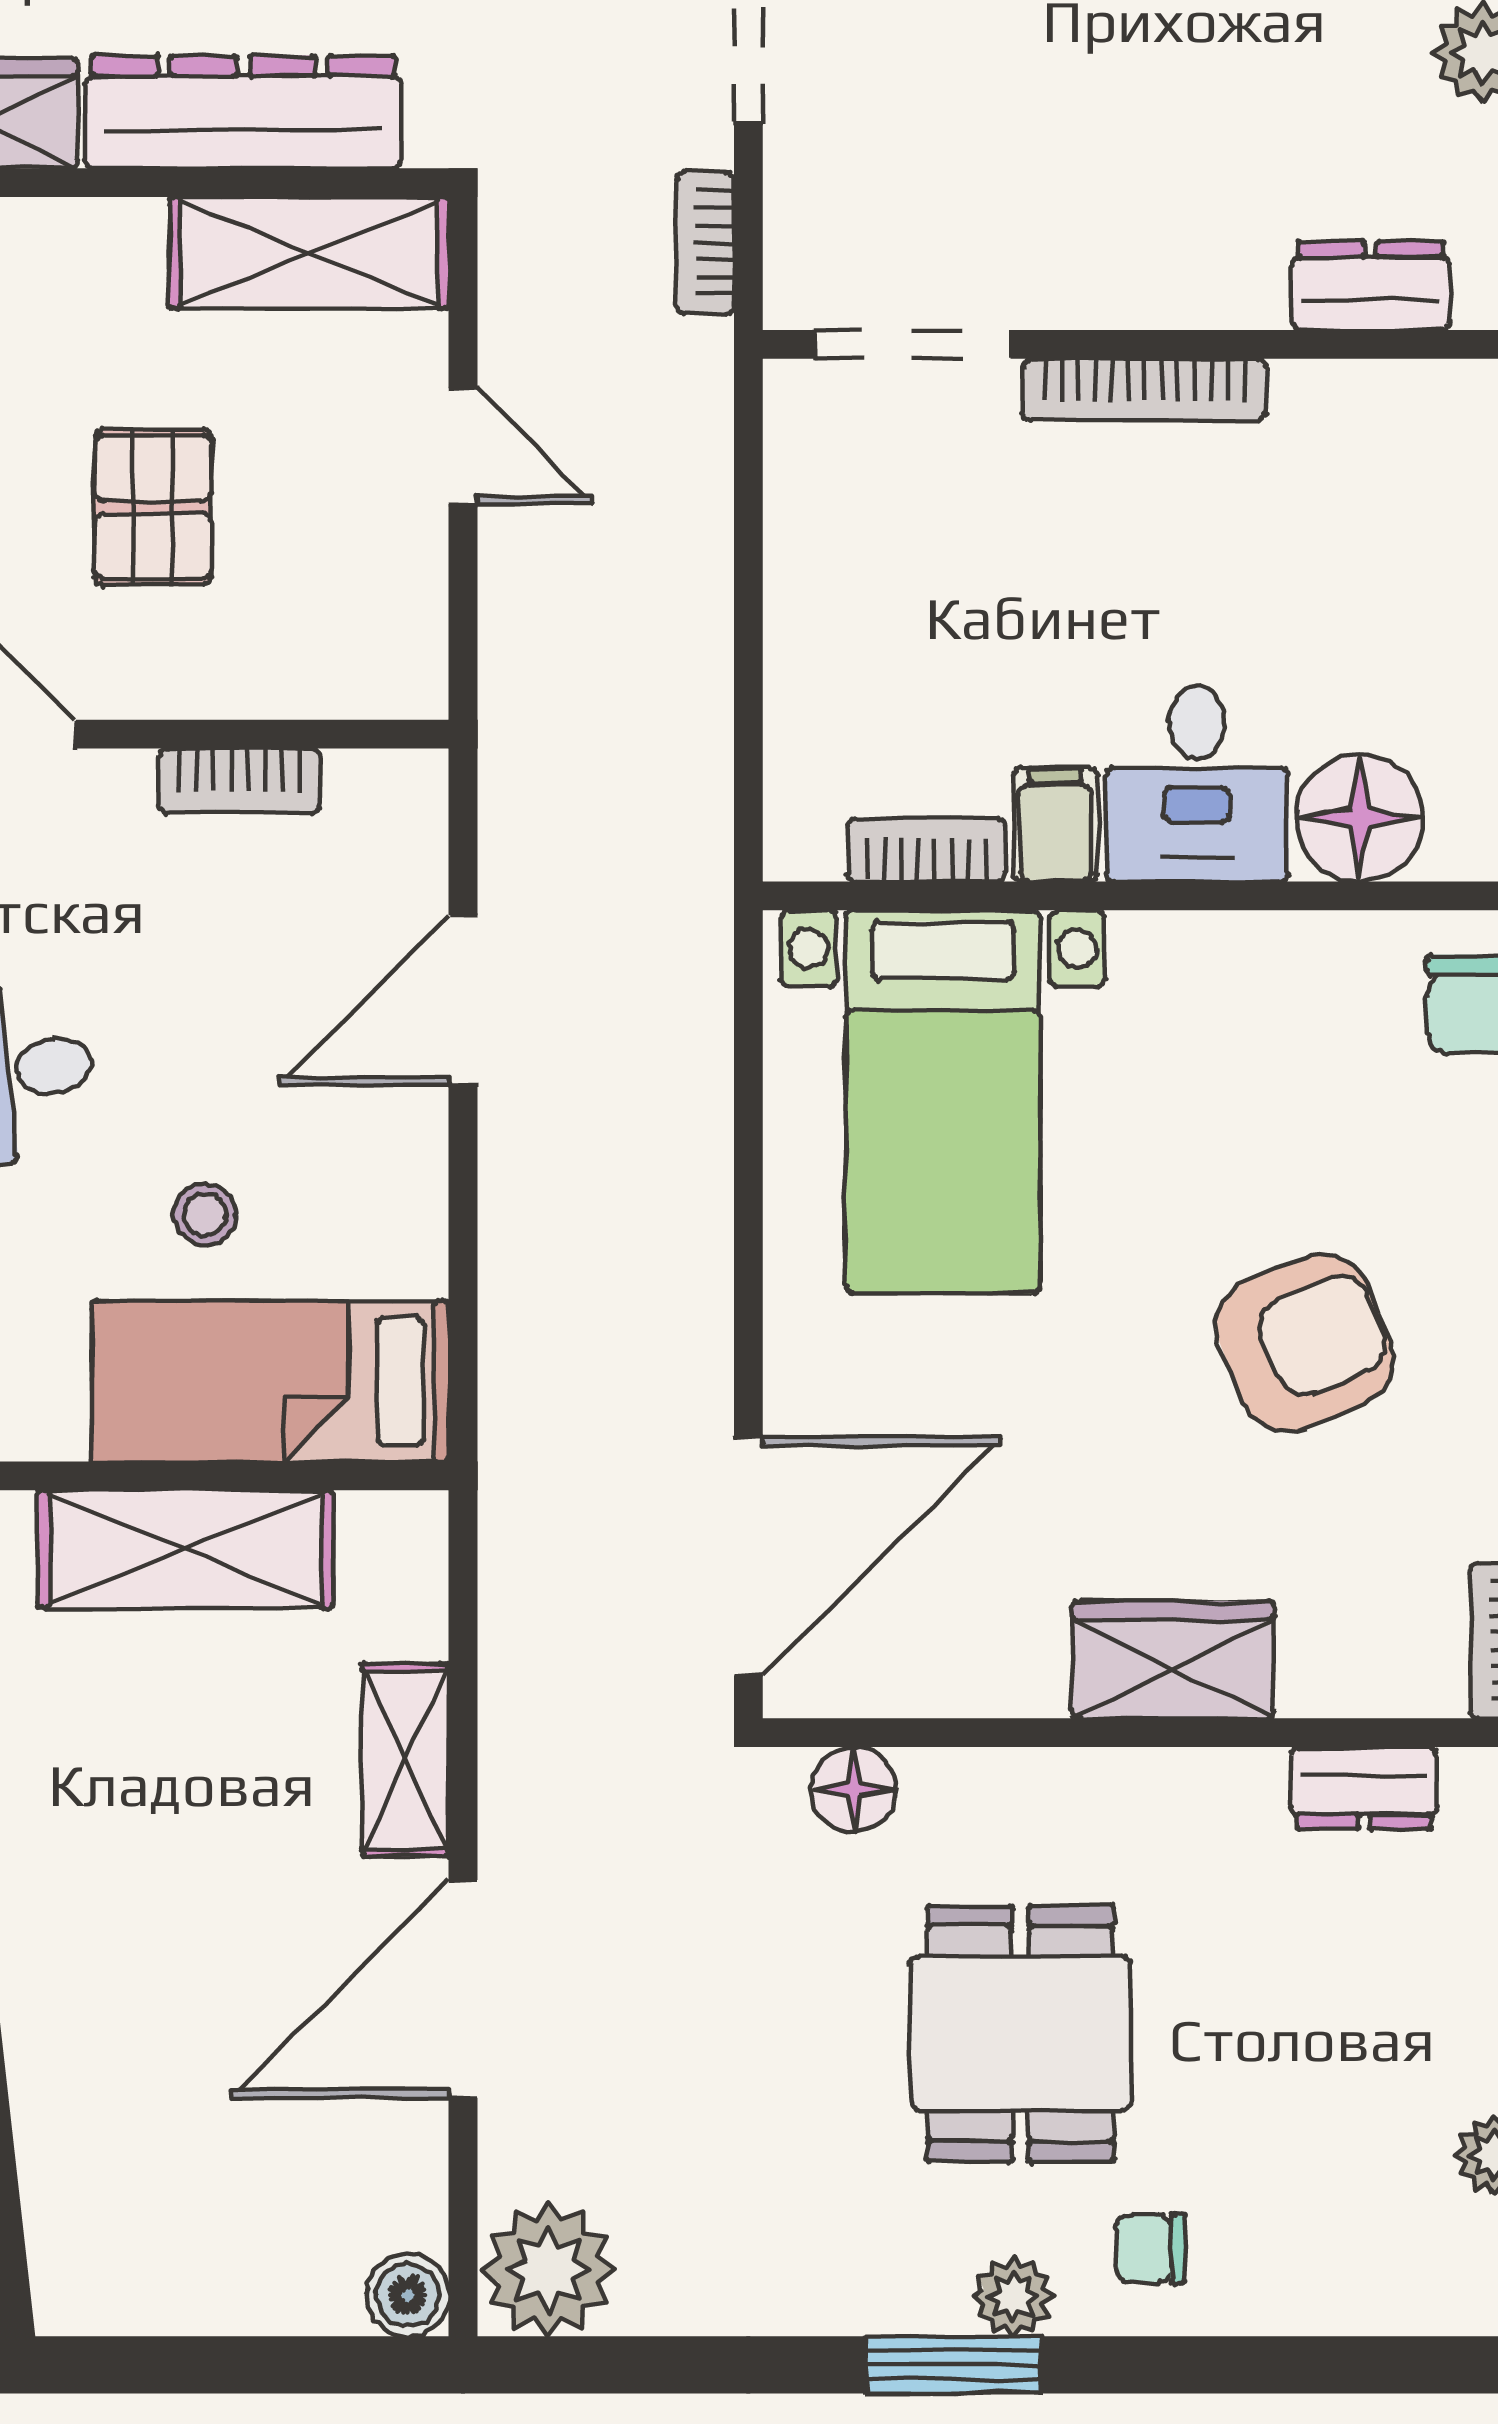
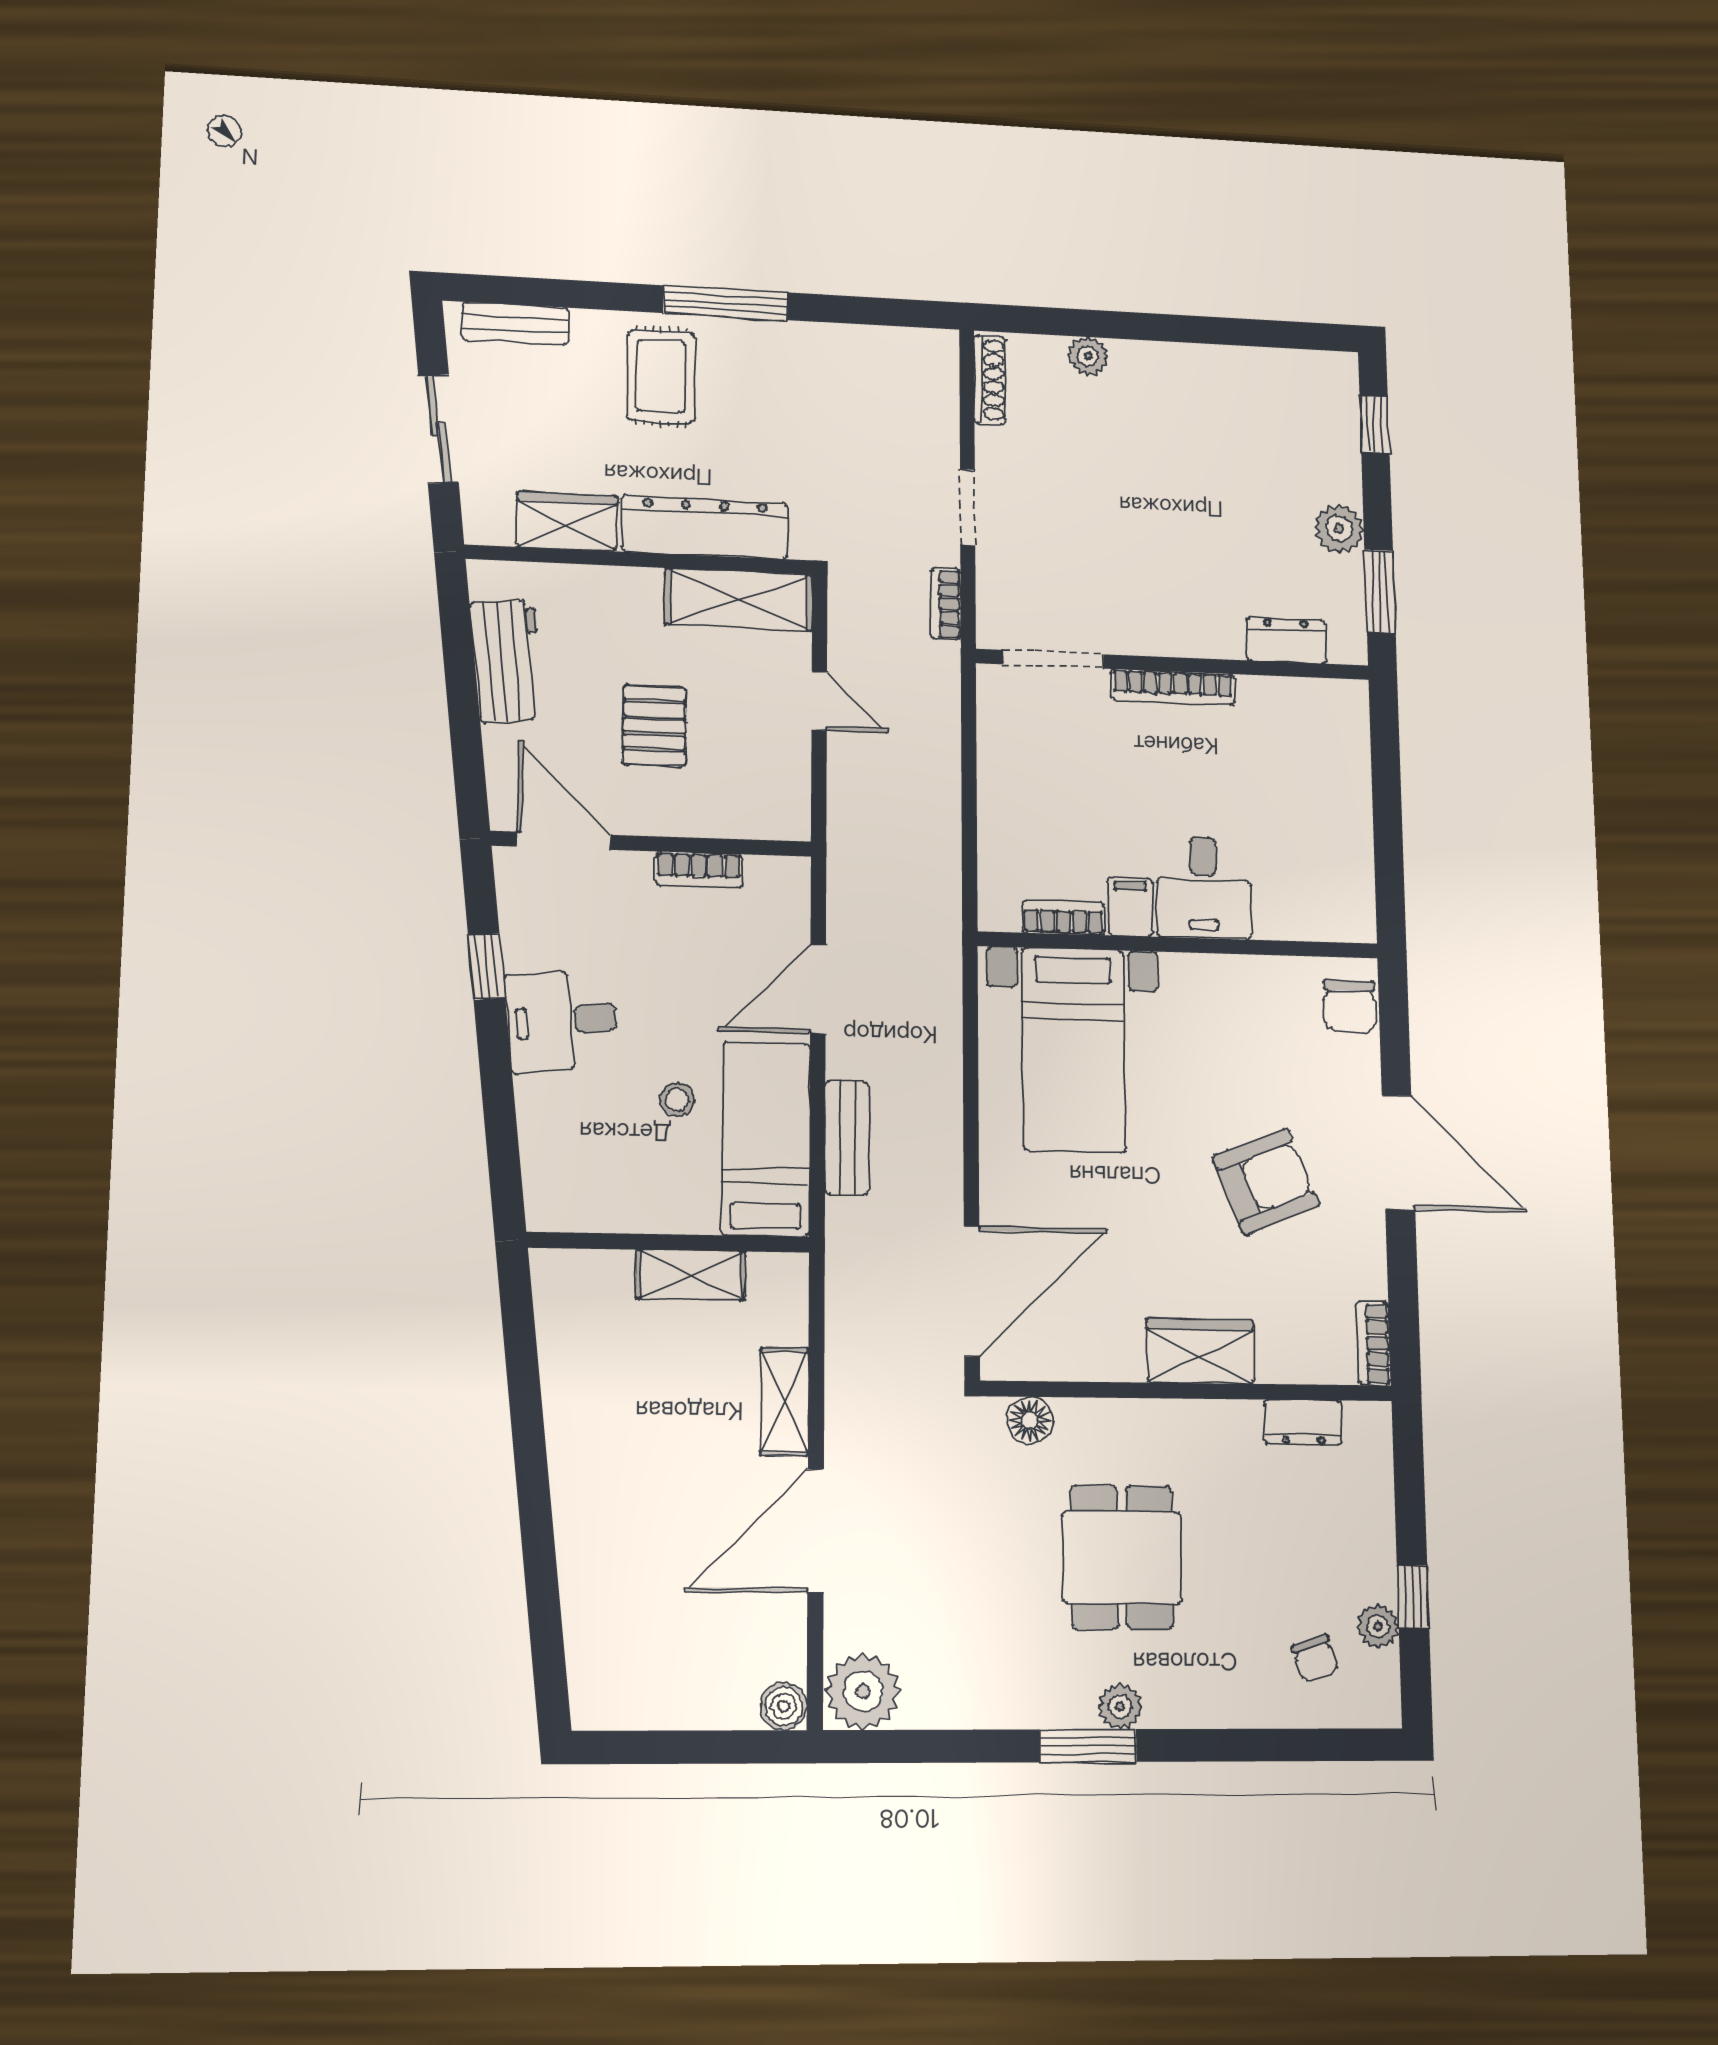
floor lamp: (1360, 818) -> (1288, 908), removed
bench: (518, 1277) -> (847, 1138), added
bed: (270, 1381) -> (766, 1139), moved, turned 90
shelving: (185, 1549) -> (691, 1275), width x0.67, depth x0.75
chair: (1150, 2248) -> (1315, 1658), moved, turned -108

